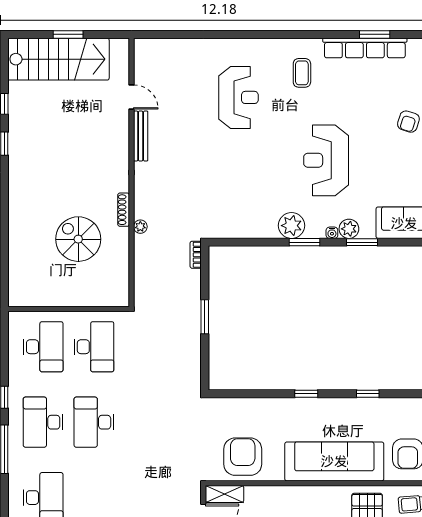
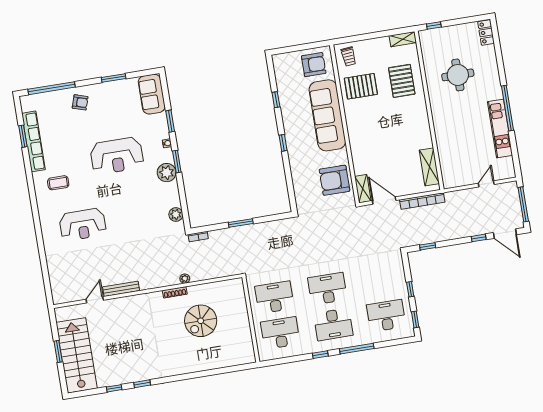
reception desk: (238, 97) -> (83, 225), turned 180
plant: (349, 229) -> (176, 214), moved
desk: (94, 422) -> (327, 289), turned 180

